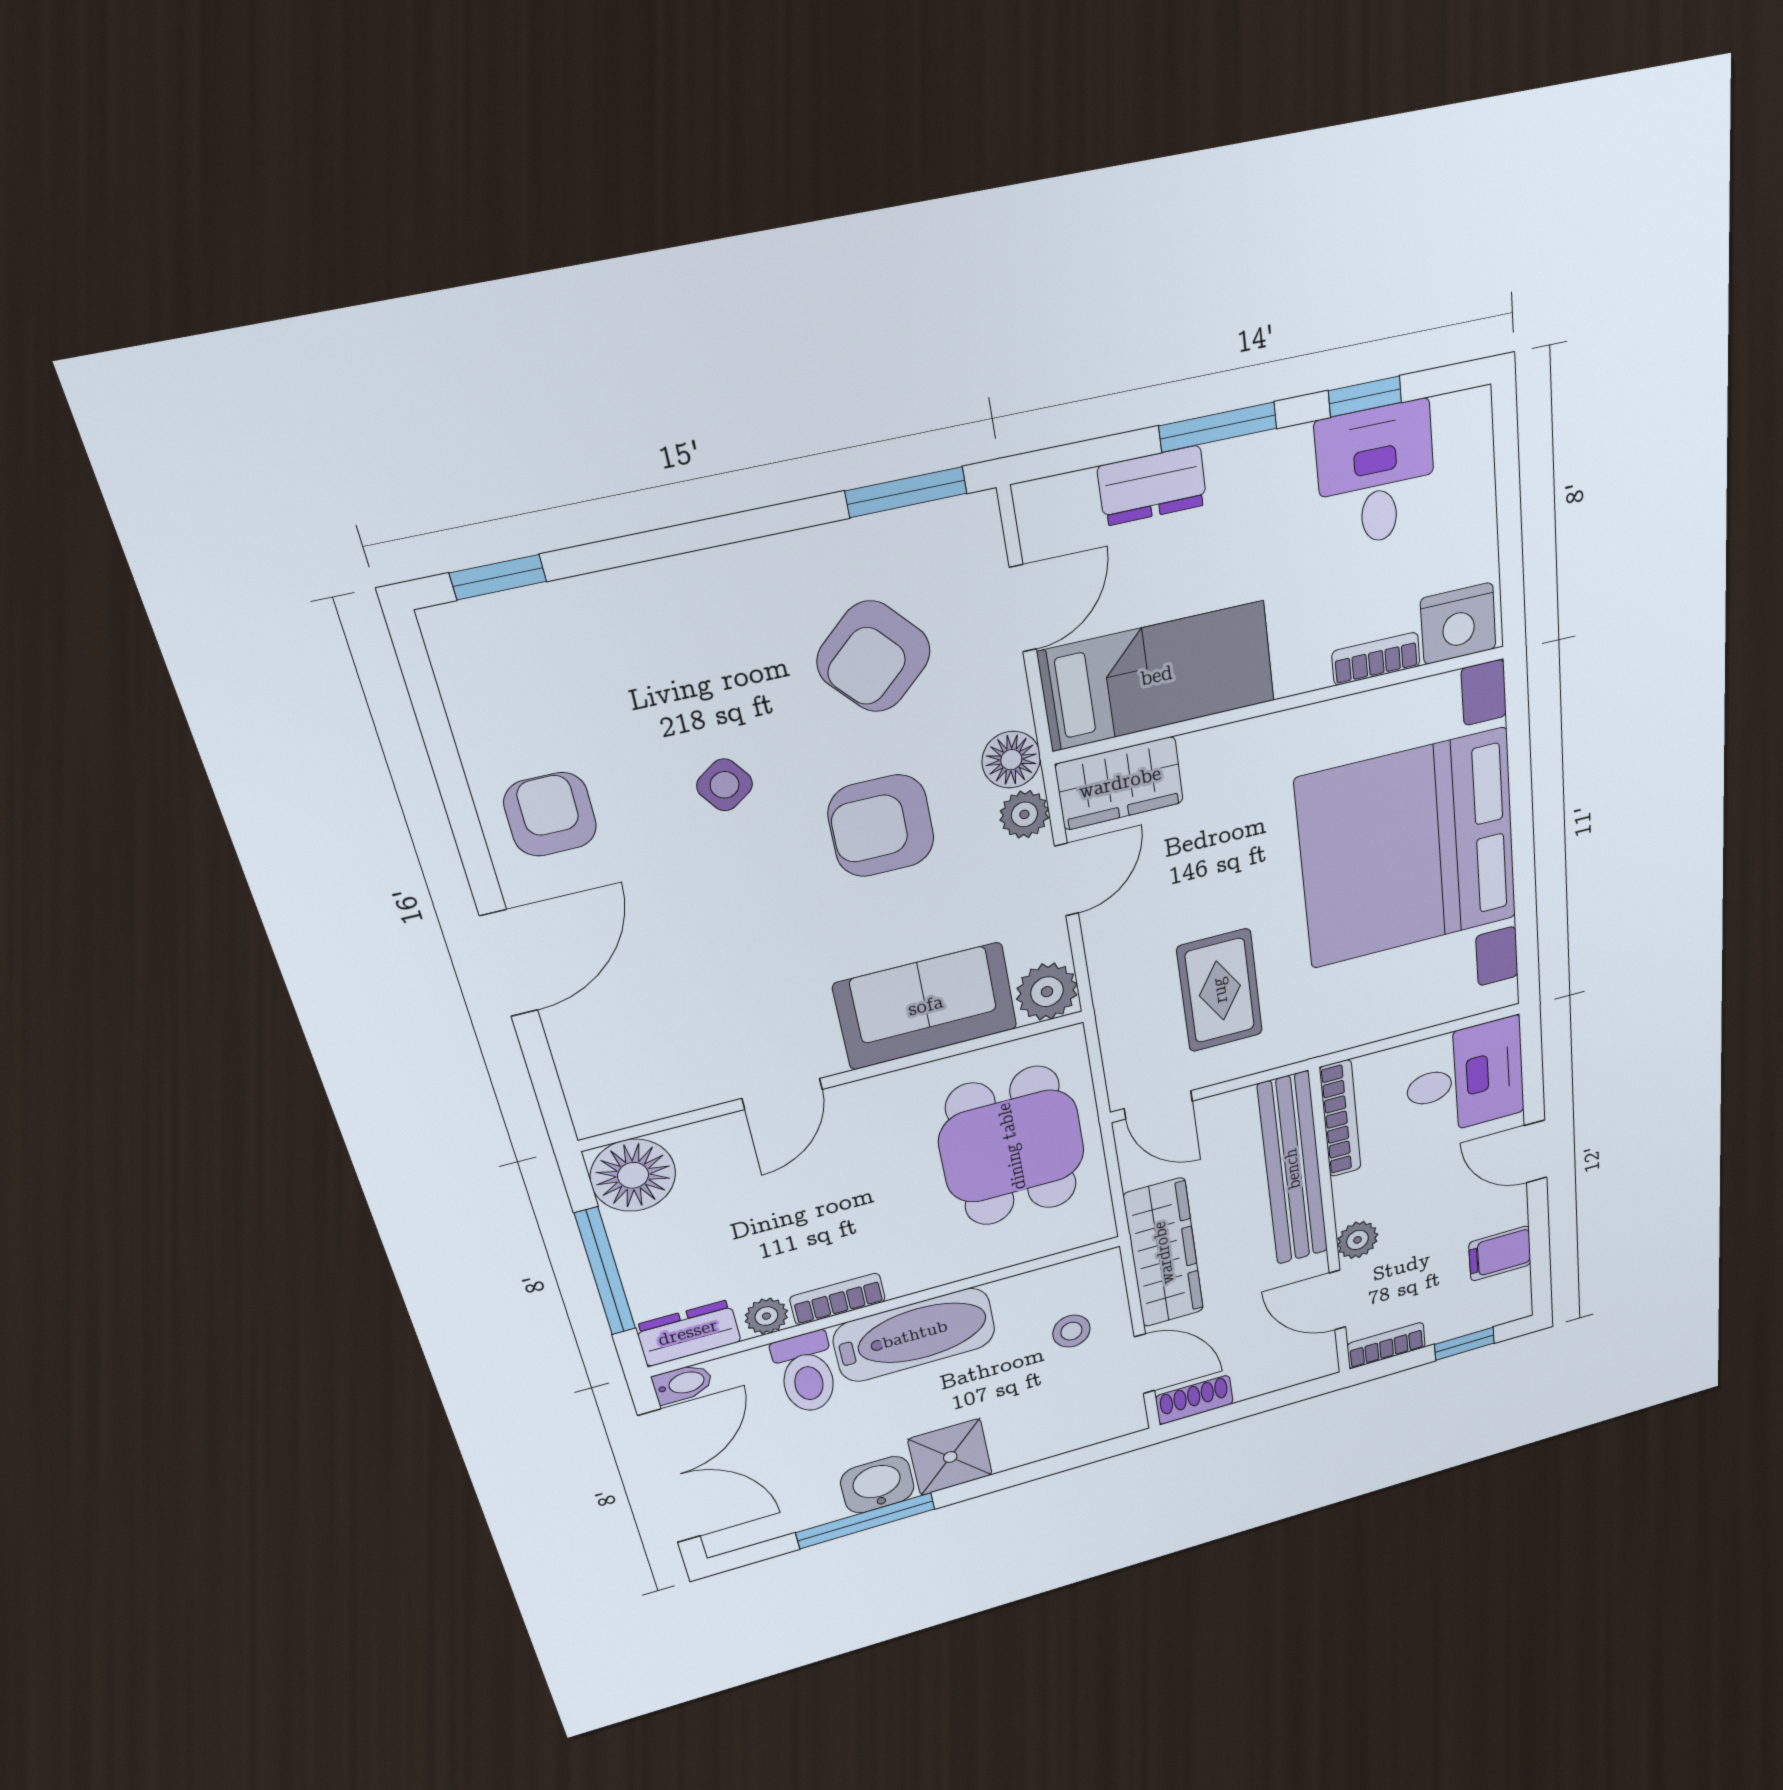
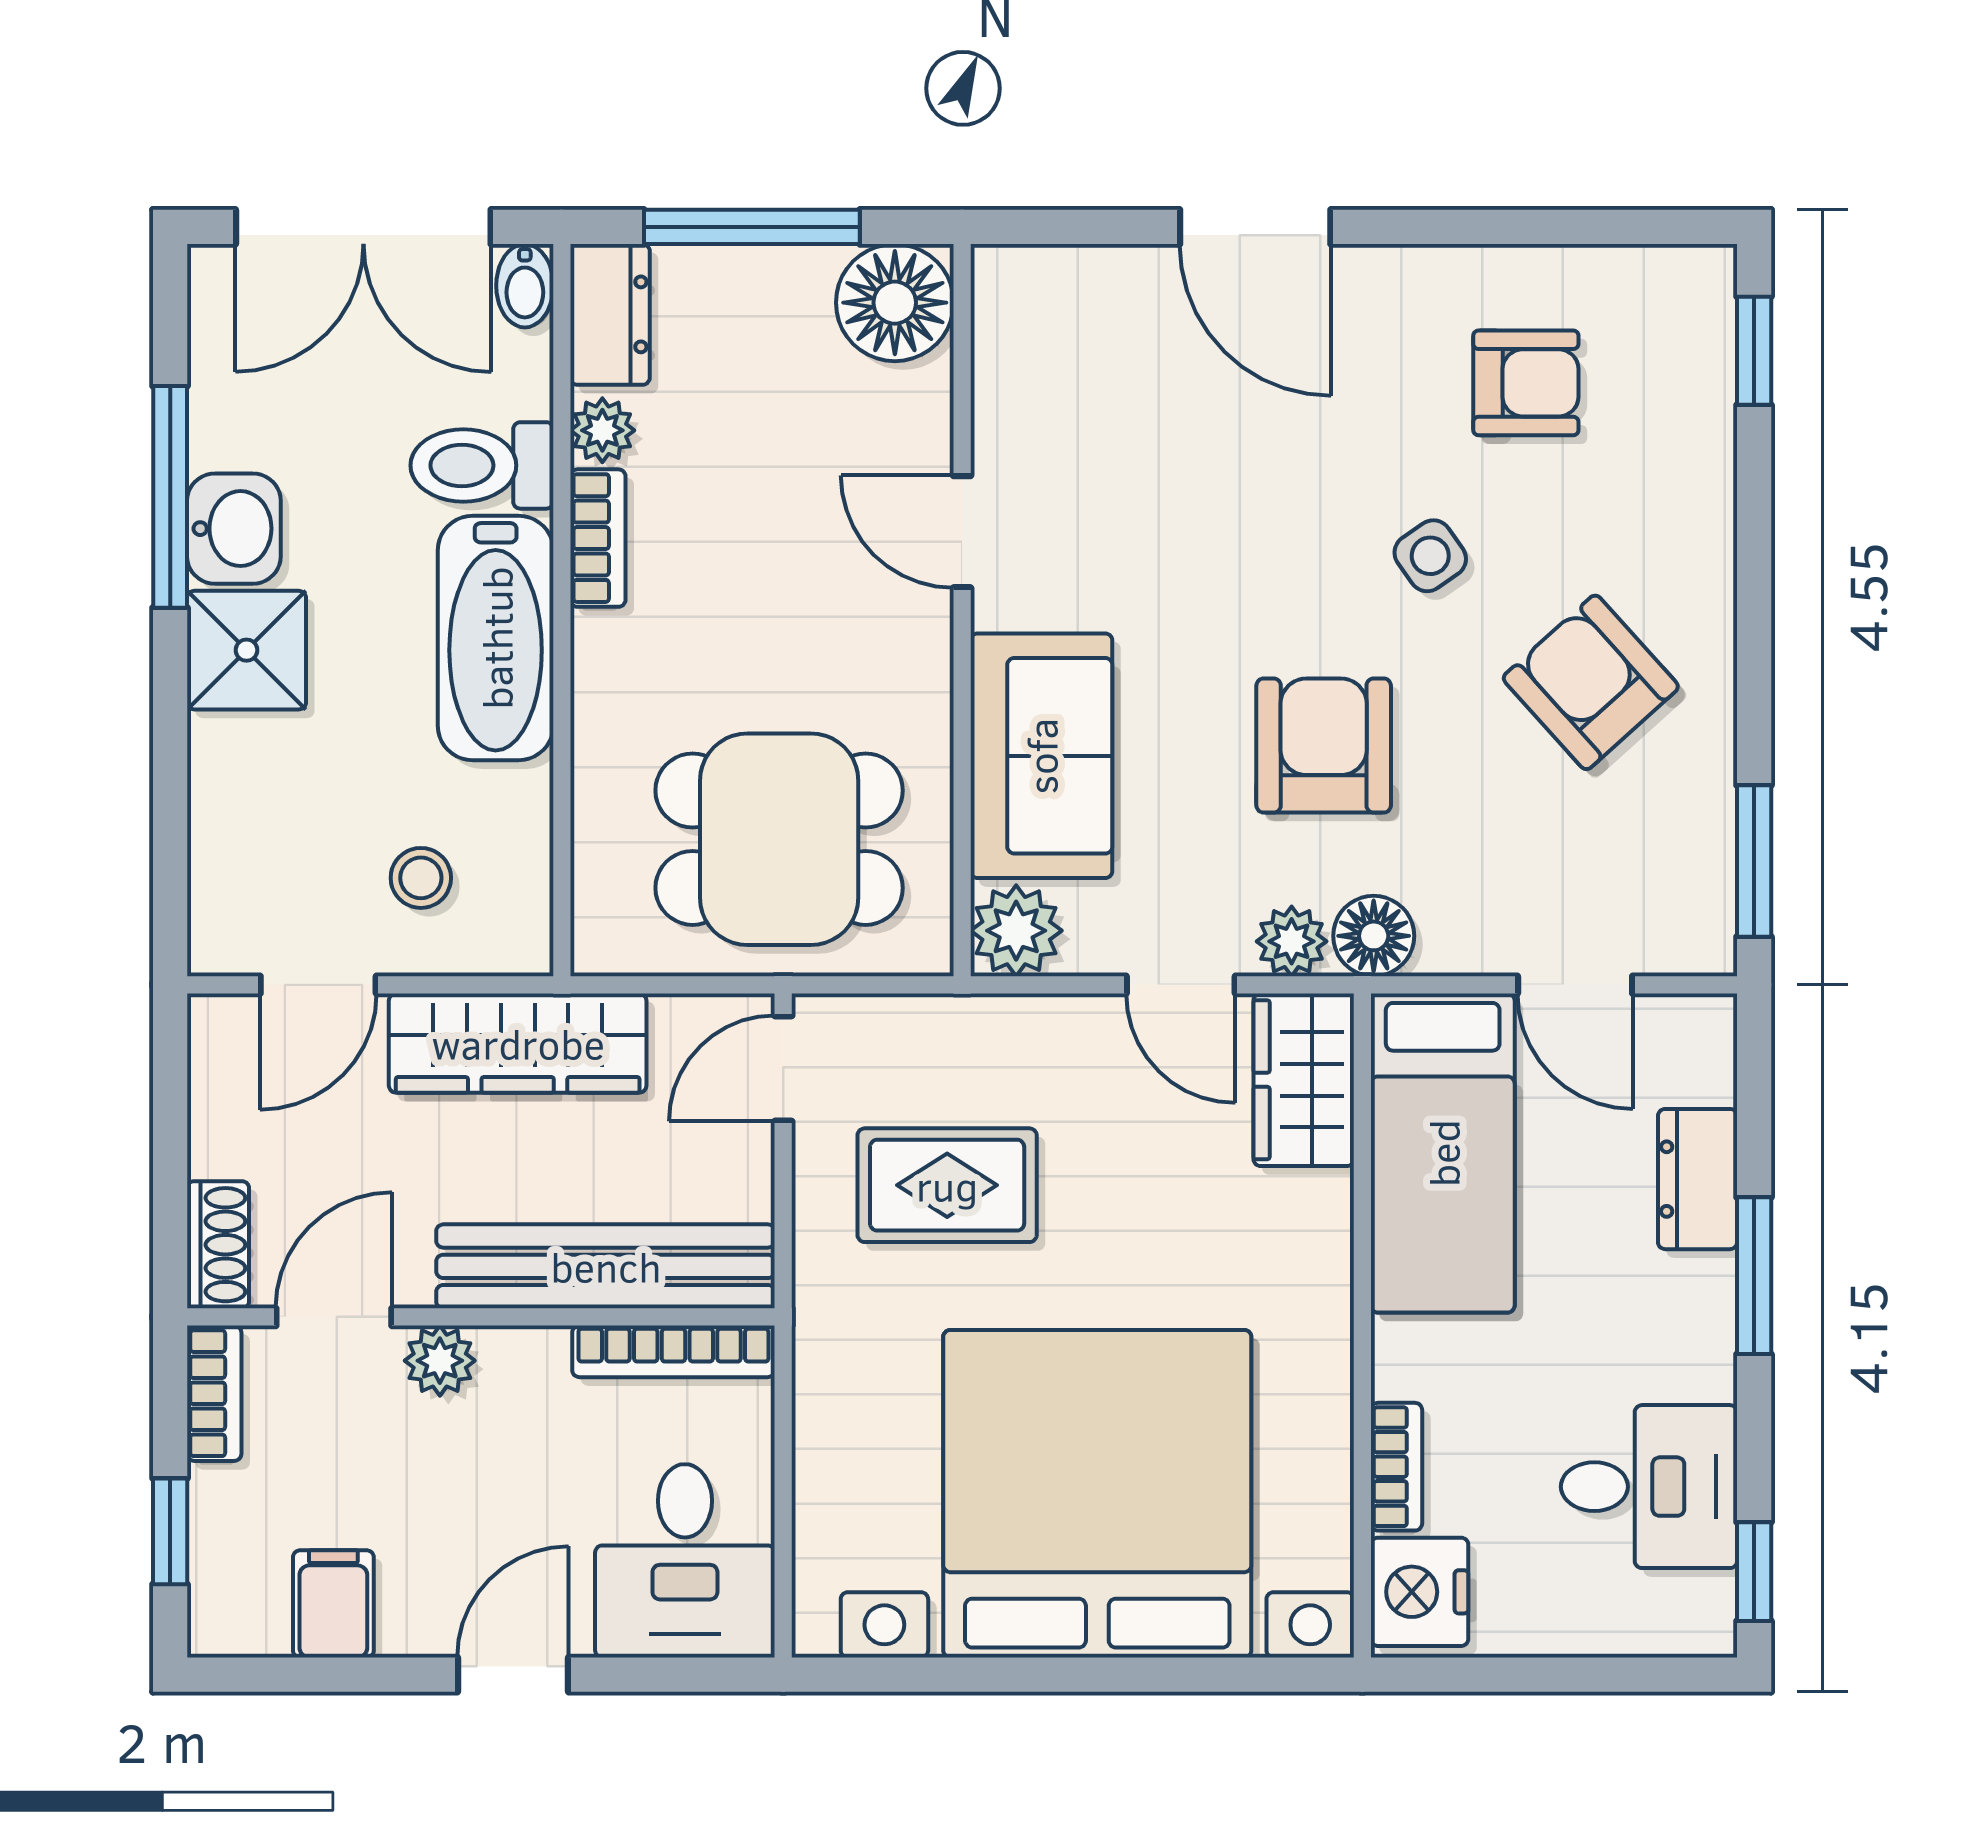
window: (1365, 397) -> (1754, 1572), moved
armchair: (874, 657) -> (1591, 682), moved
armchair: (550, 814) -> (1526, 383), moved
shoe rack: (1194, 1400) -> (218, 1245), moved

